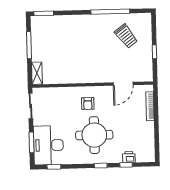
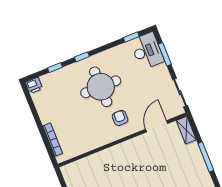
door: (123, 84) -> (157, 126), moved
desk: (48, 145) -> (147, 51), width x0.73, depth x0.77
printer: (129, 157) -> (34, 85), moved

